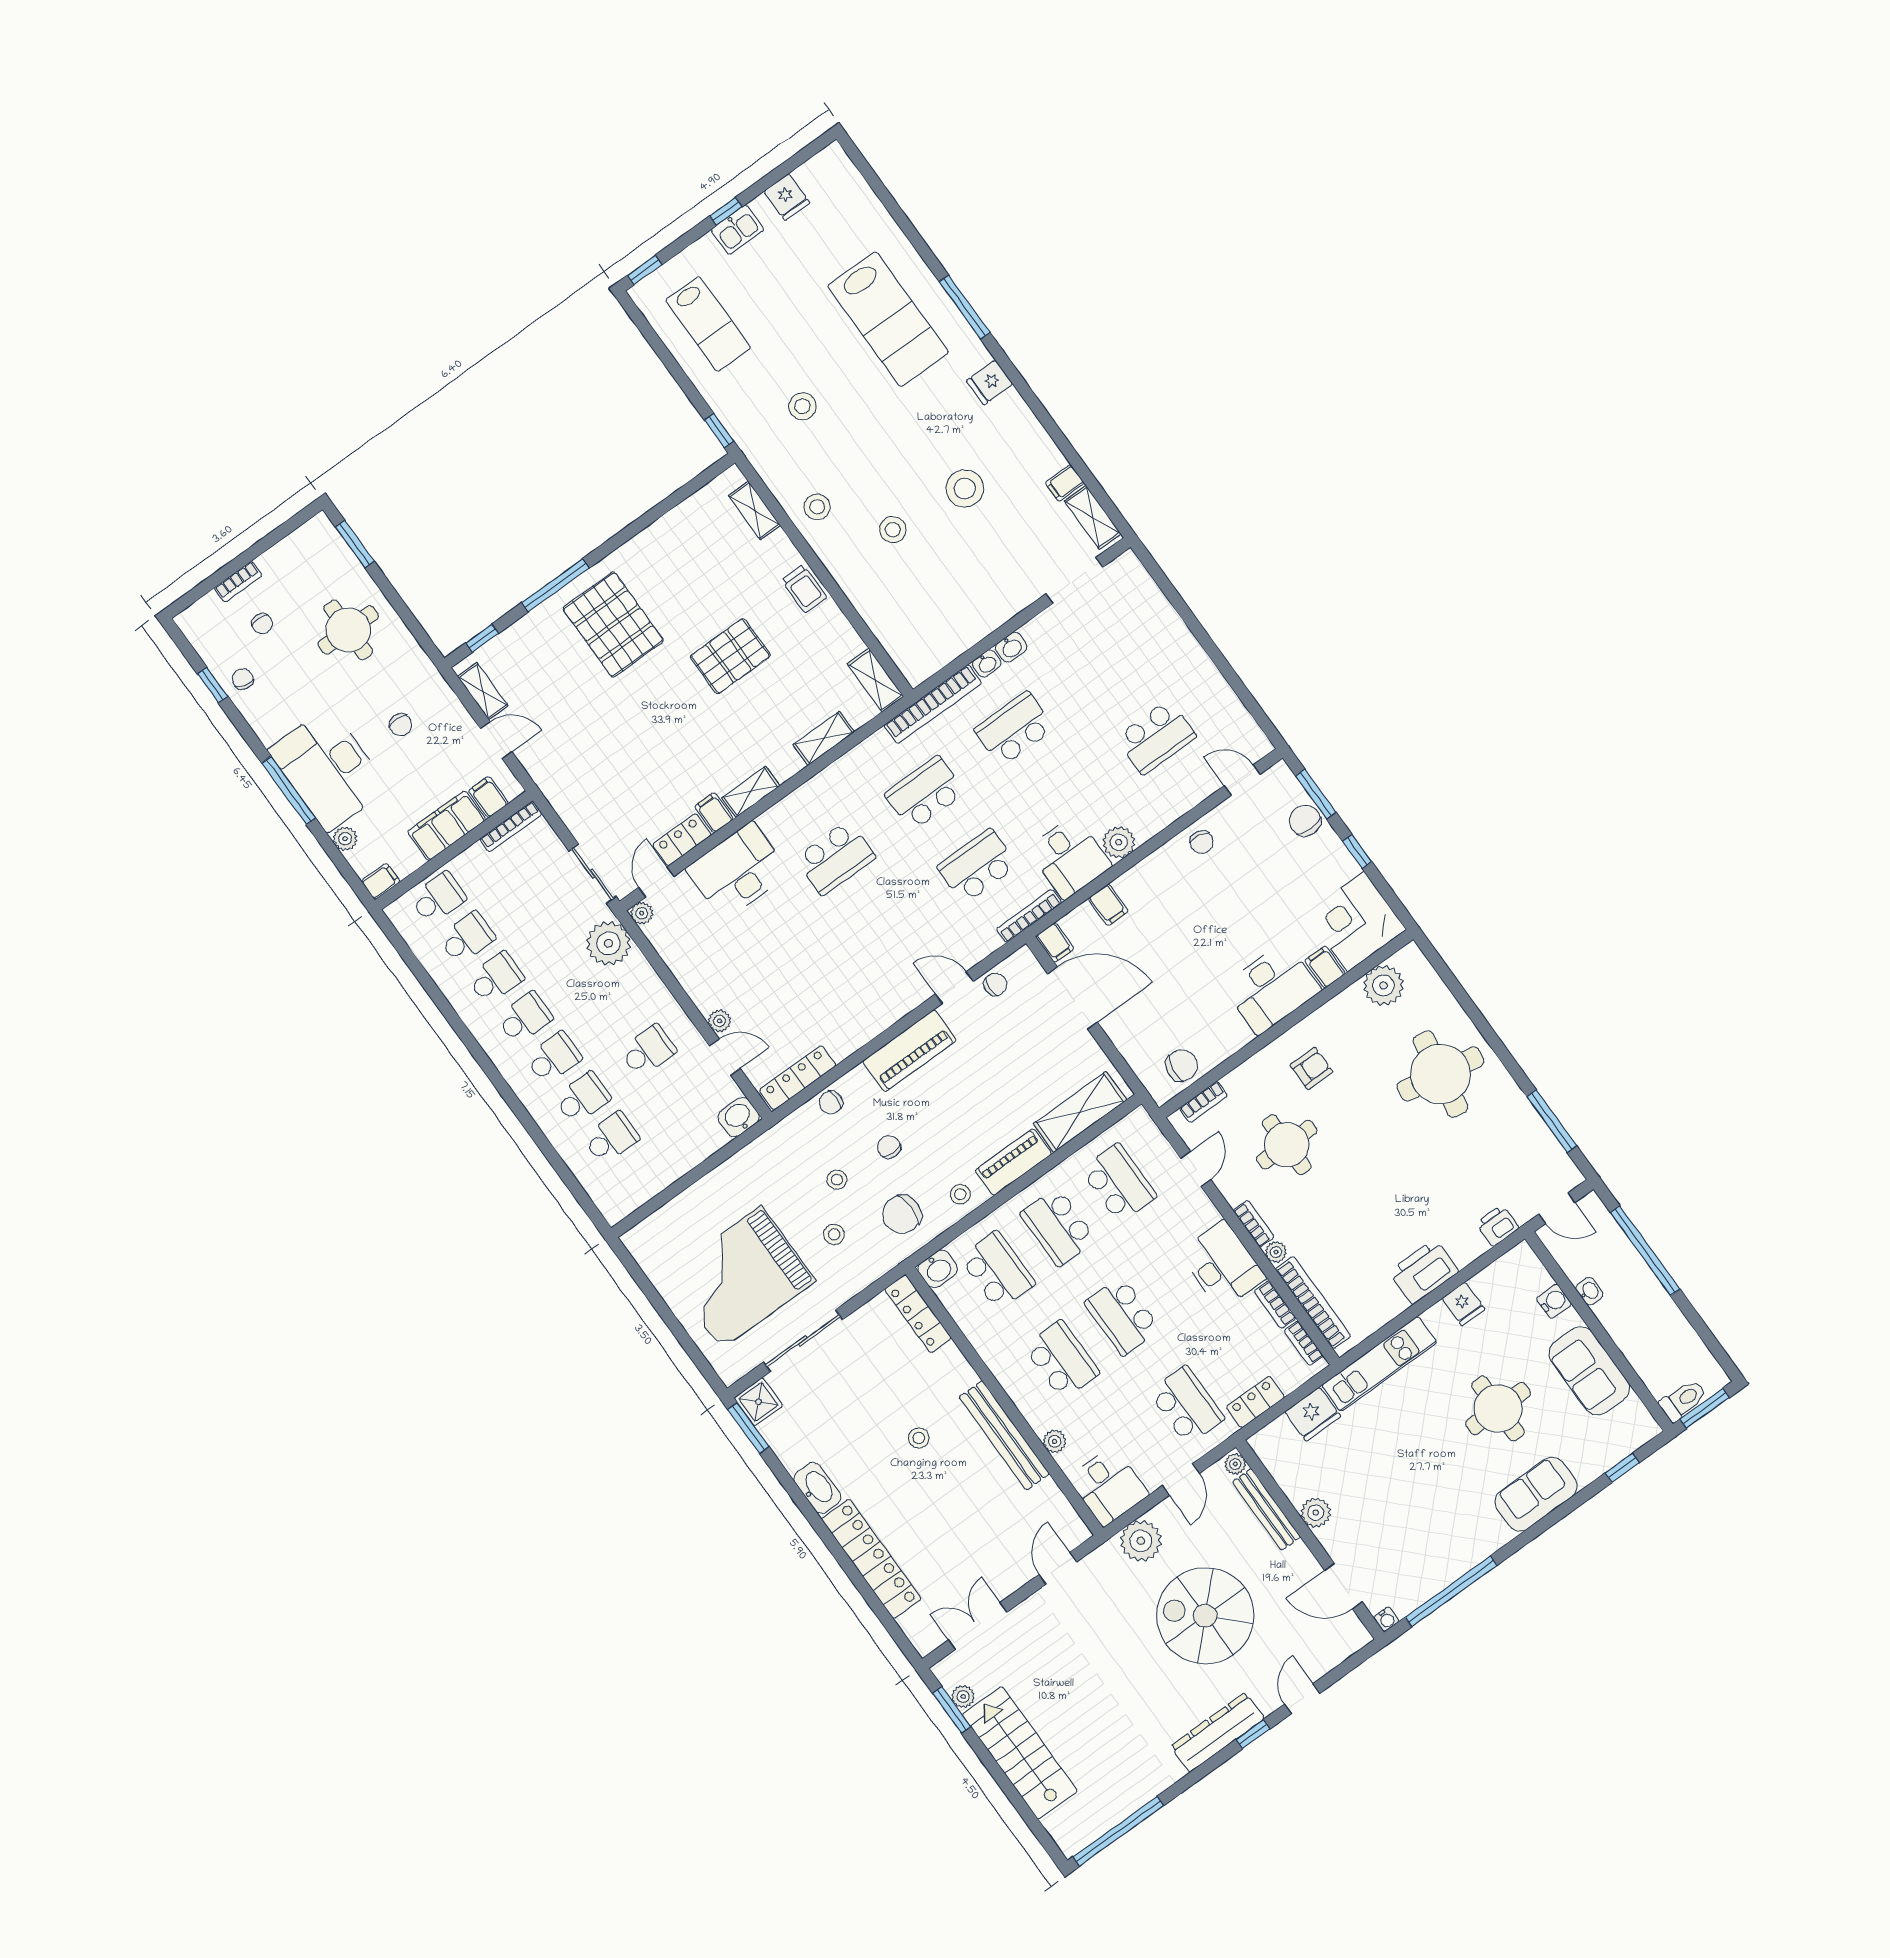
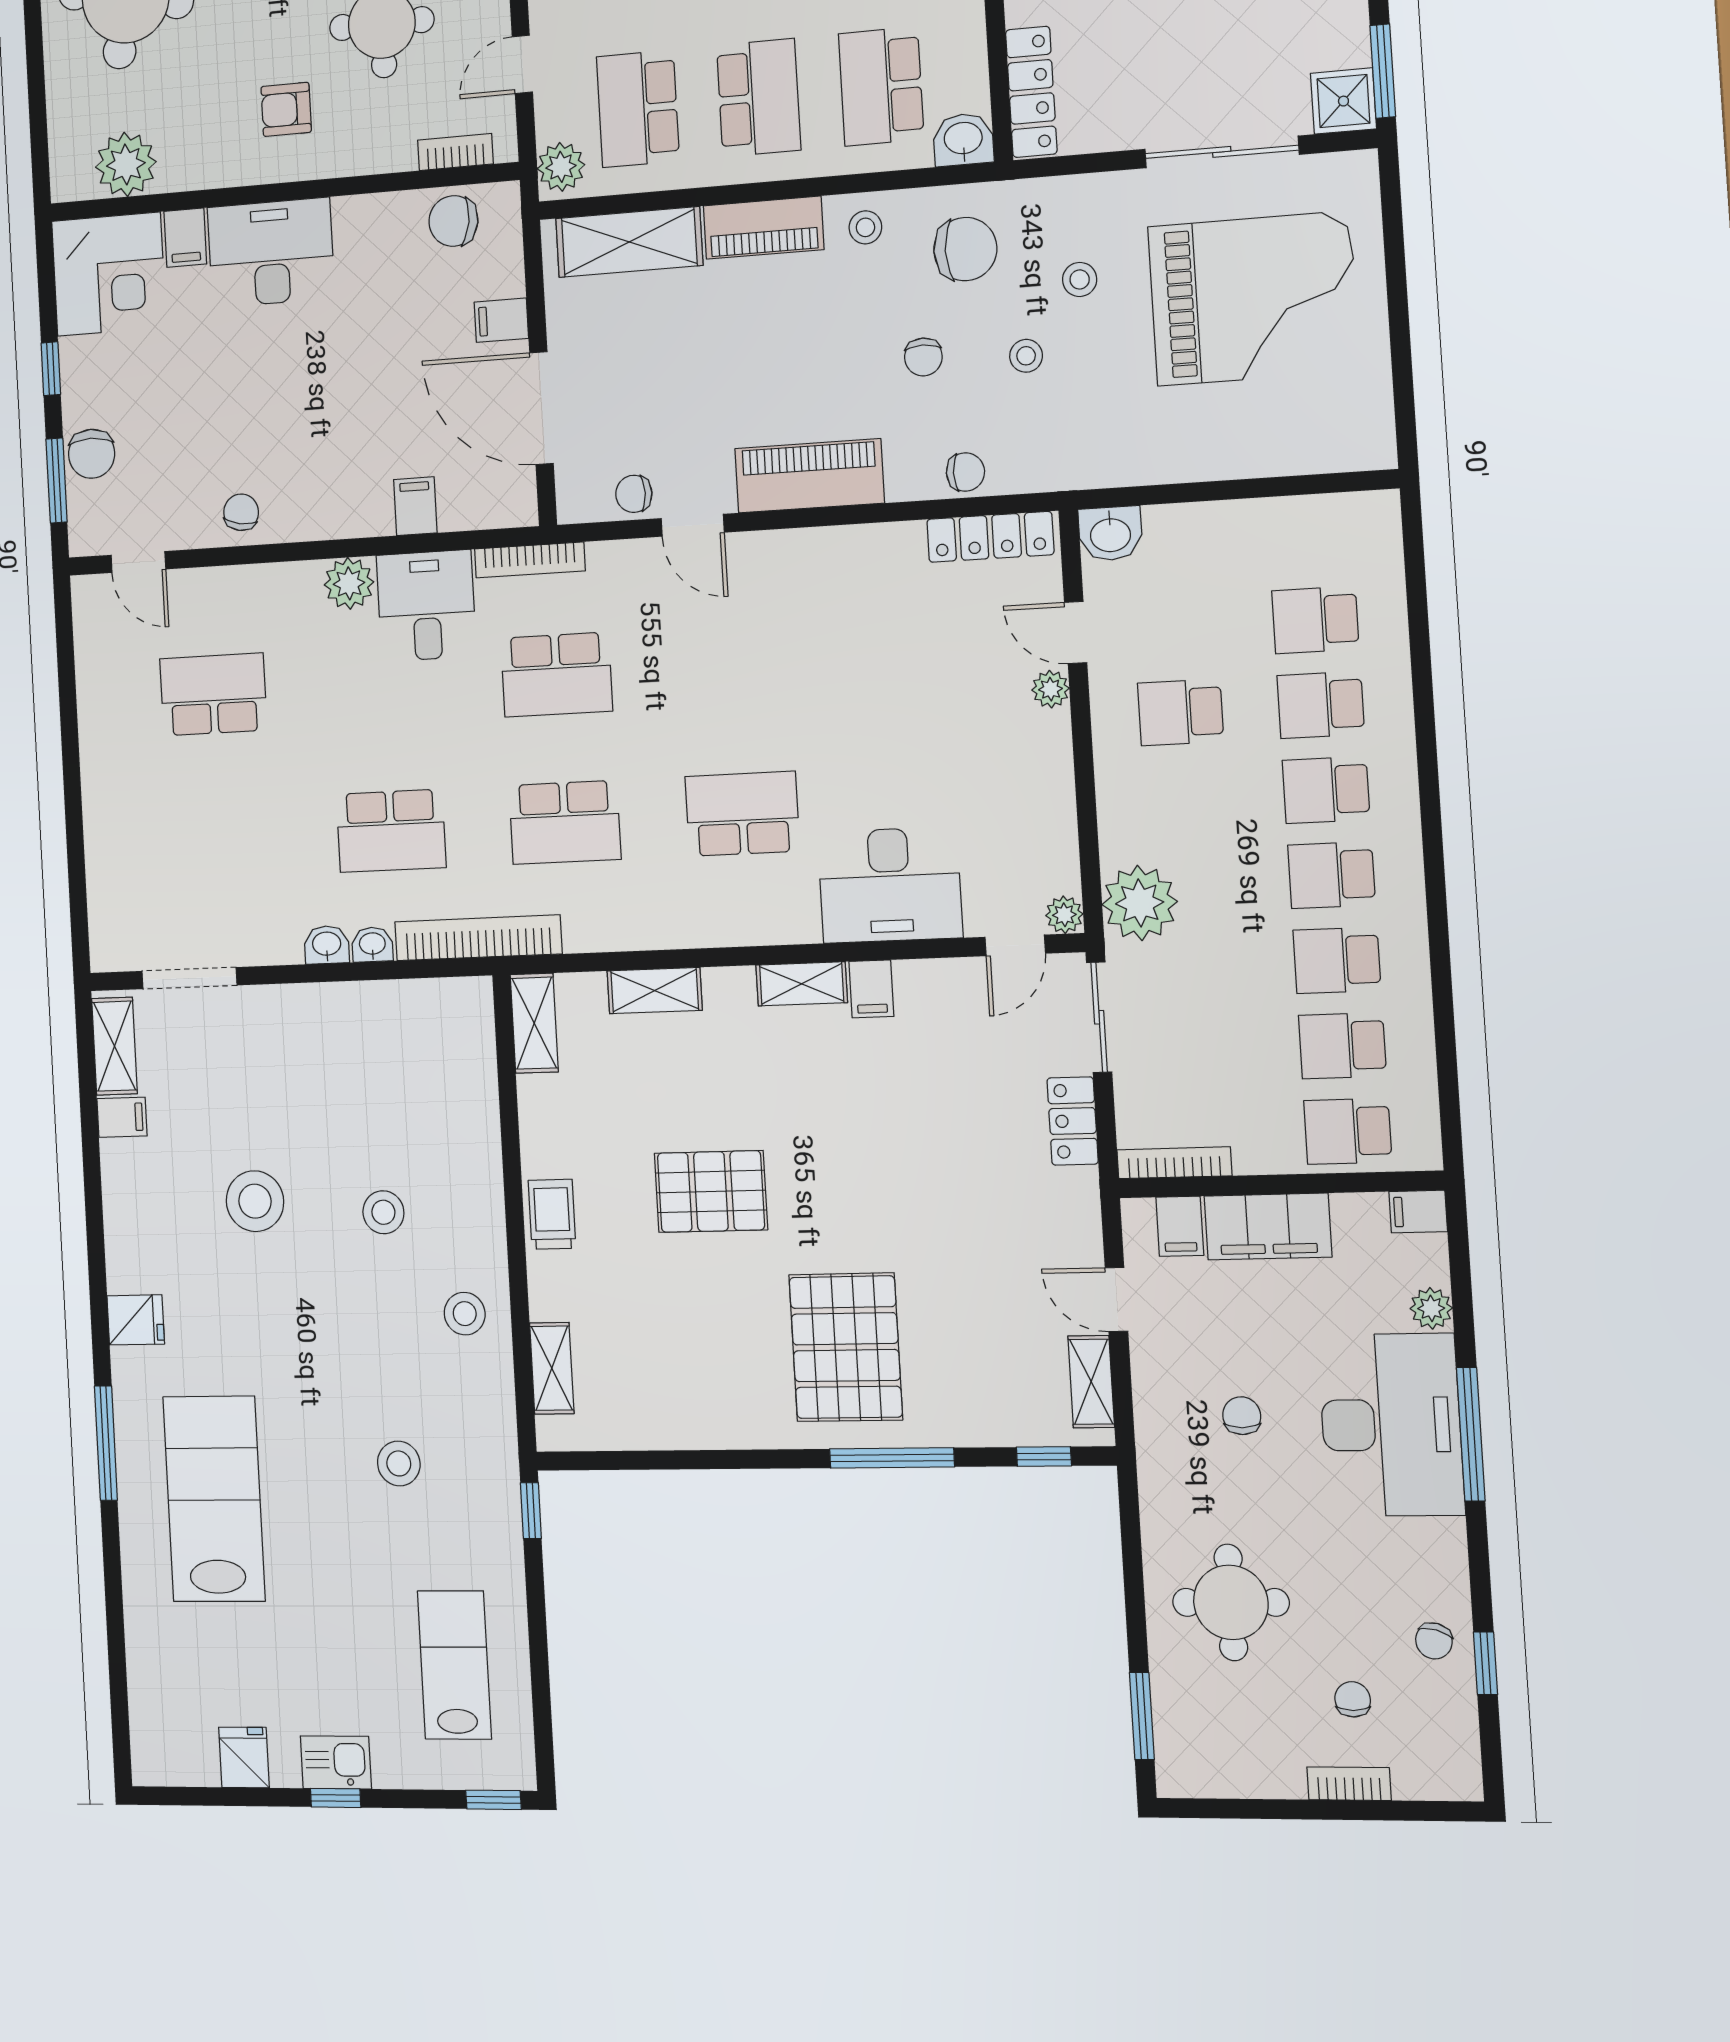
locker: (682, 840) -> (1073, 1121), moved, turned 90
filing cabinet: (1055, 943) -> (501, 320), moved, turned -90
plant: (1141, 1128) -> (561, 167), added

